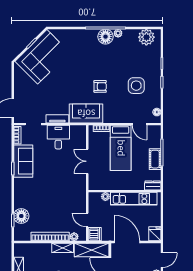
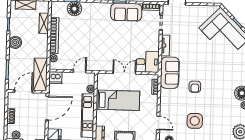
door: (140, 124) -> (158, 123), swing flipped
desk: (58, 137) -> (148, 62), moved
bed: (121, 148) -> (118, 100), moved, turned 180
door: (87, 220) -> (80, 71), moved
shelving: (63, 248) -> (44, 23), moved

